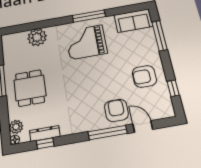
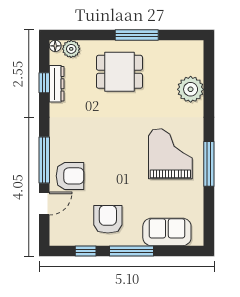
sofa: (133, 21) -> (167, 232), moved, turned 90
window: (160, 36) -> (131, 251), moved

